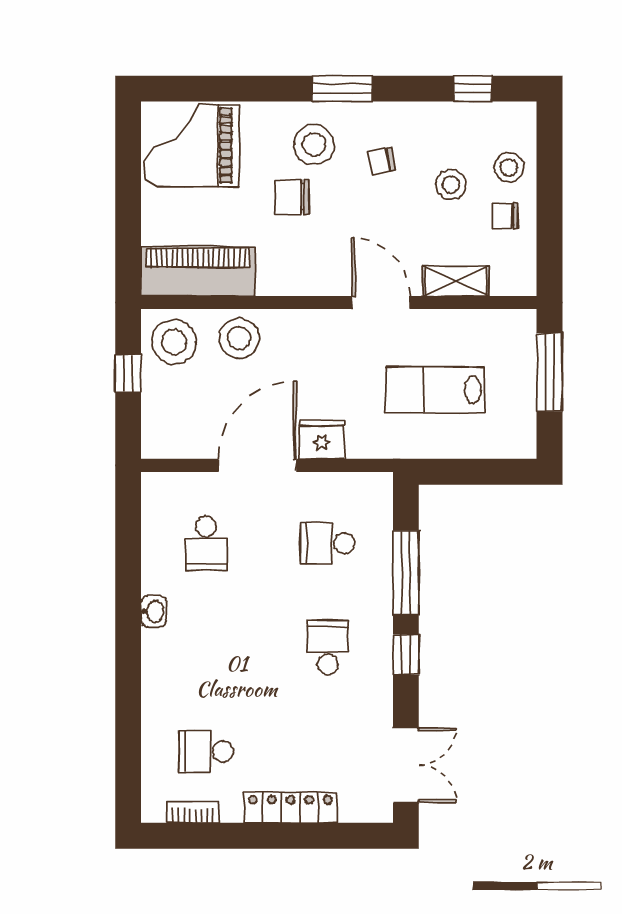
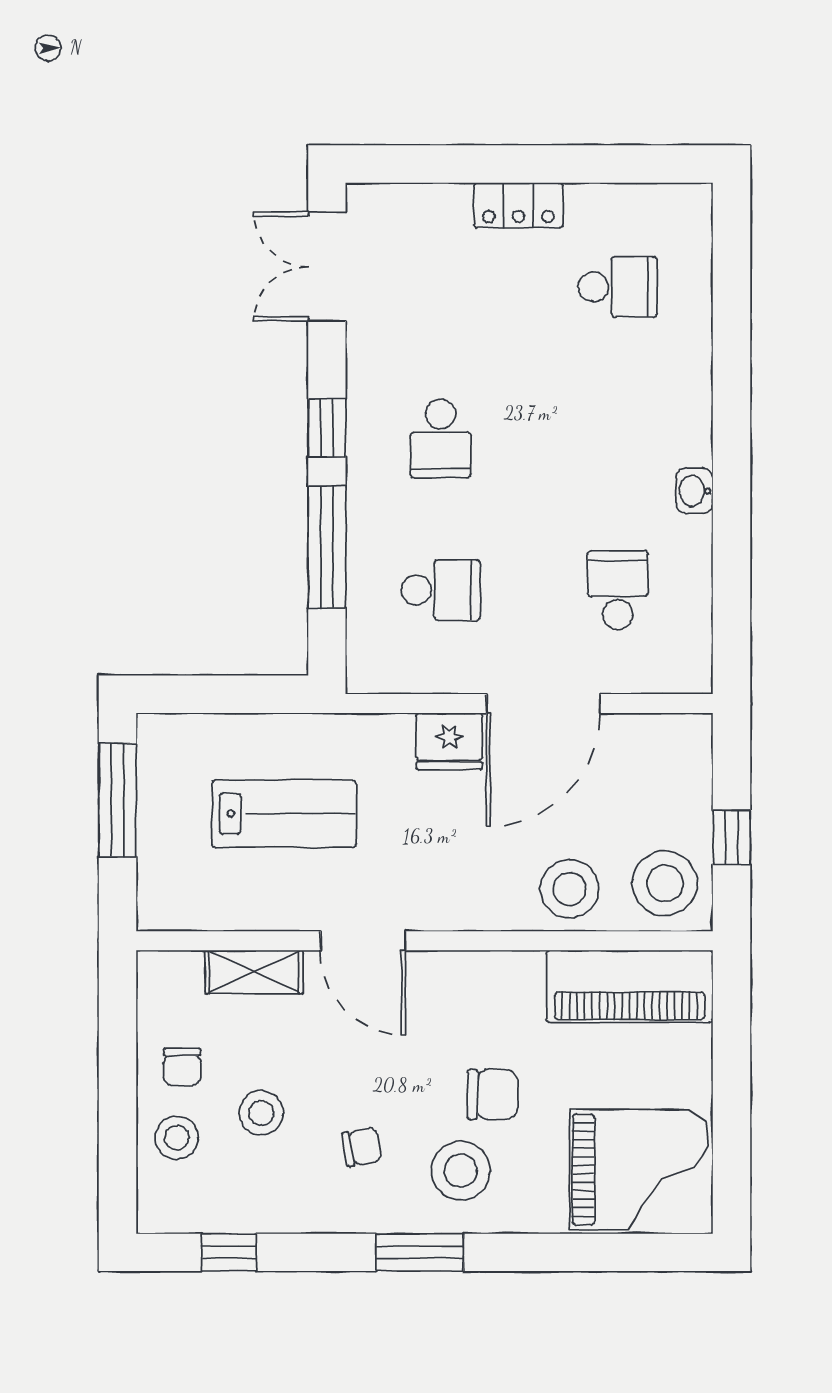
chair: (505, 216) -> (182, 1067), turned 90
window: (549, 372) -> (118, 800), moved
locker: (290, 807) -> (518, 205), width x0.66
bookcase: (193, 812) -> (637, 198), removed

